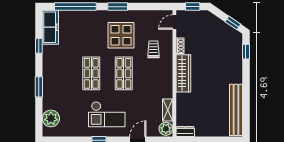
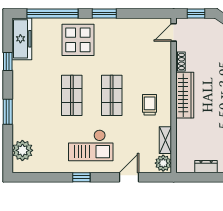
display table: (121, 35) -> (78, 40), moved
trolley: (153, 49) -> (150, 105), moved
dresser: (185, 132) -> (206, 167), moved

